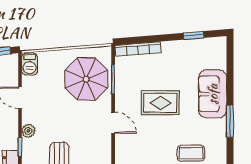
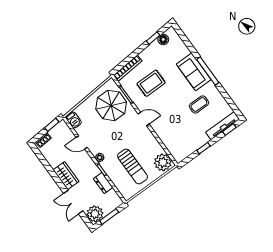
floor lamp: (204, 46) -> (163, 39), added
sofa: (213, 94) -> (194, 72), moved
rug: (160, 103) -> (151, 83), moved
window: (230, 121) -> (208, 71), width x1.44

